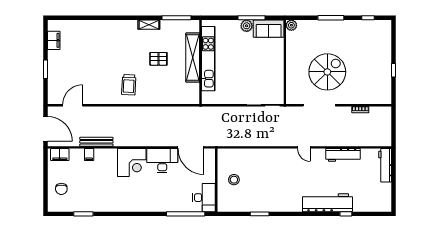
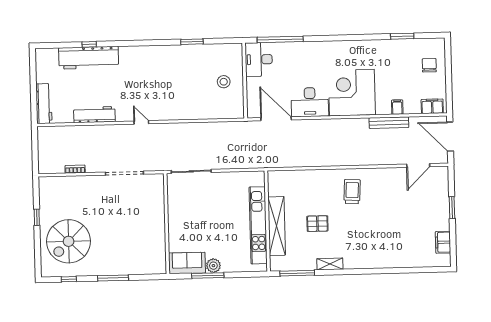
plant: (291, 25) -> (160, 268), removed
spiral stairs: (327, 72) -> (69, 241), moved
corner desk: (132, 163) -> (352, 93), width x1.36, depth x1.36
workbench: (327, 203) -> (89, 58), moved

